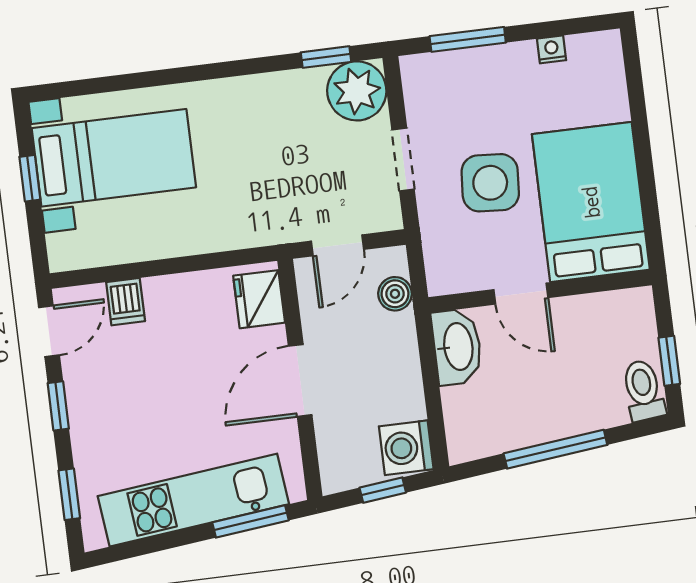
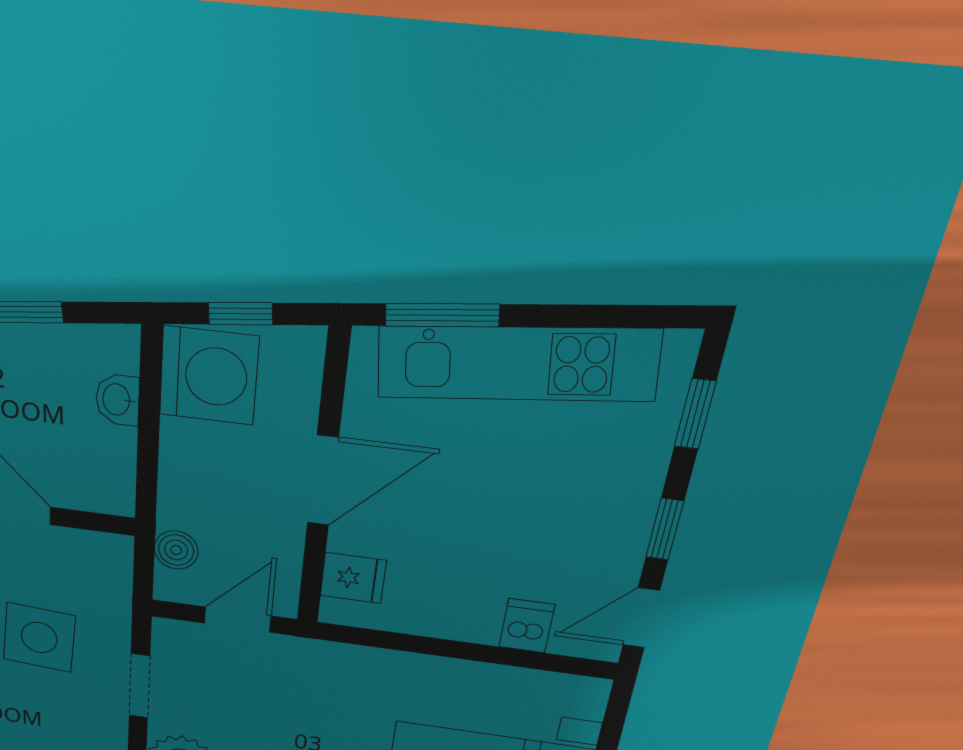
fridge: (259, 299) -> (353, 578), width x0.72
washbasin: (457, 347) -> (117, 400), moved, width x0.52, depth x0.69
washing machine: (406, 448) -> (209, 376), width x1.37, depth x1.37

